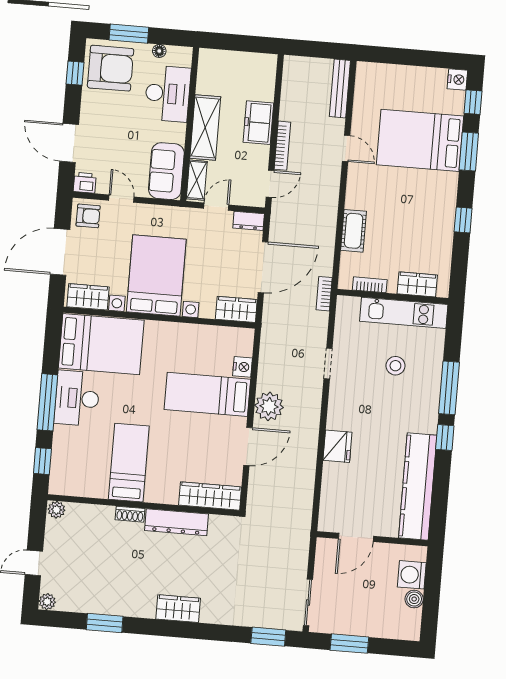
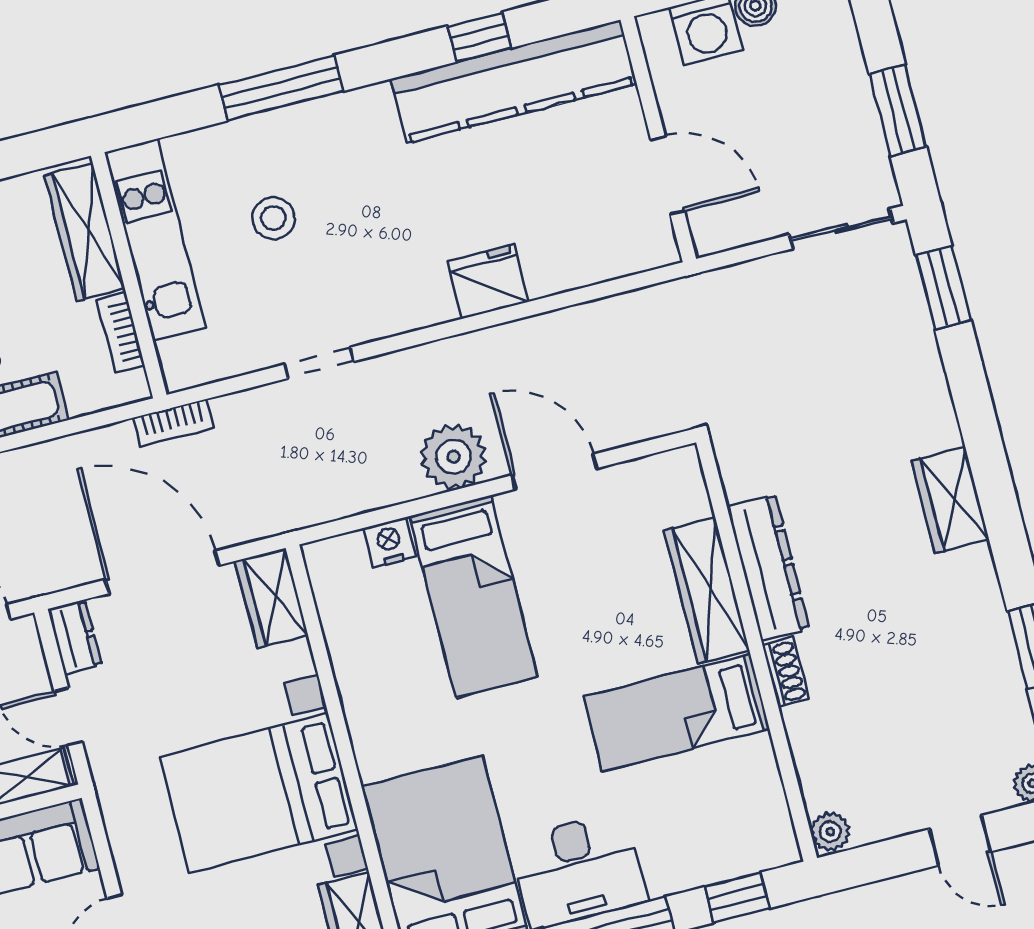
wardrobe: (417, 284) -> (85, 232), width x1.50
window: (445, 437) -> (479, 37), moved
wardrobe: (210, 496) -> (707, 590), moved

